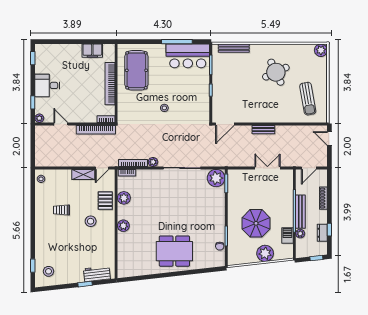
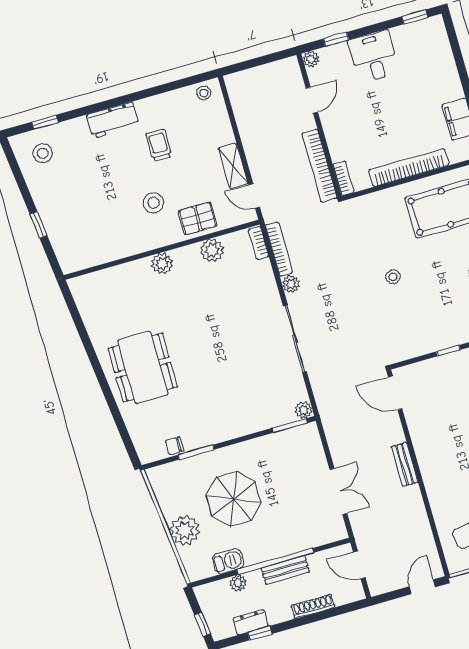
plant: (216, 178) -> (304, 410), width x0.53, depth x0.53
bench: (300, 212) -> (285, 570), width x0.73
workbench: (97, 274) -> (113, 120), moved, turned 96

